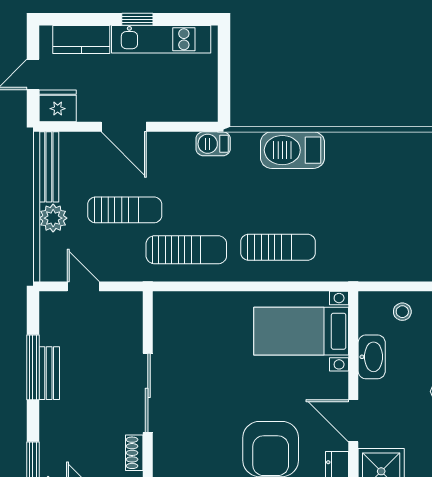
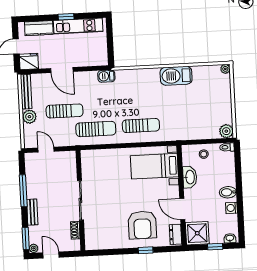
barbecue: (293, 150) -> (176, 76), moved
bench: (49, 373) -> (32, 212), moved

